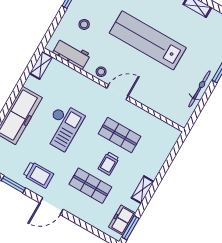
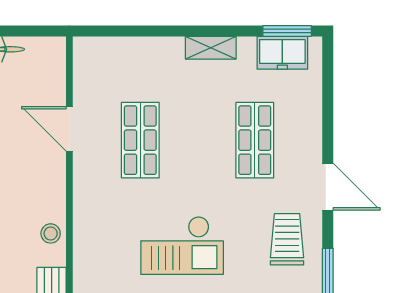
door: (117, 92) -> (69, 129), moved
checkout: (62, 127) -> (182, 246), turned 180
trolley: (109, 164) -> (199, 131), removed

